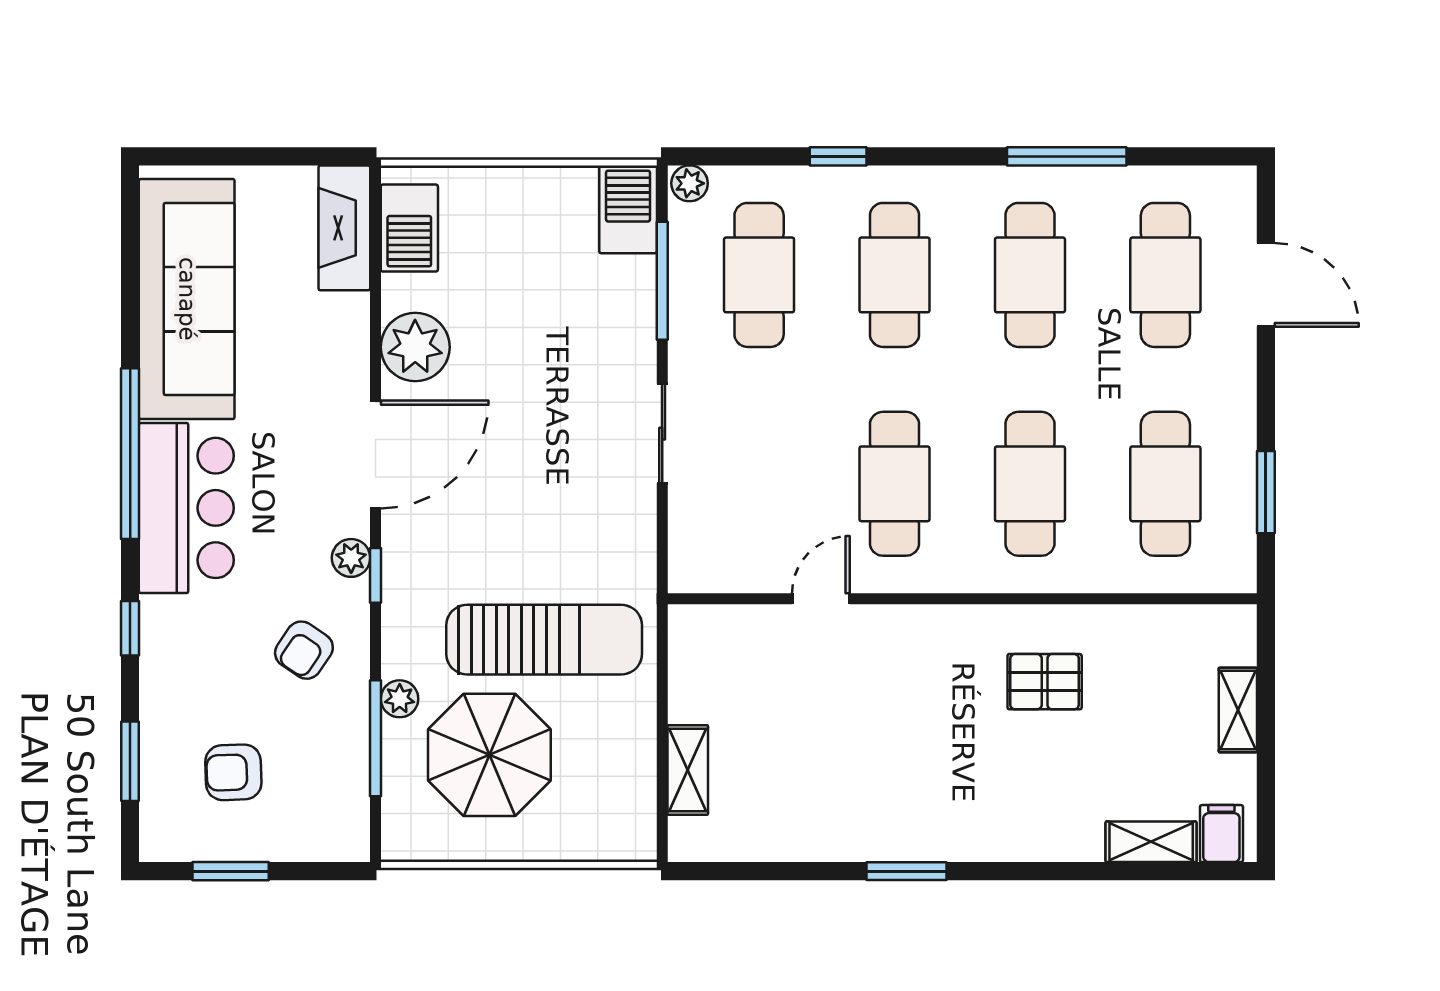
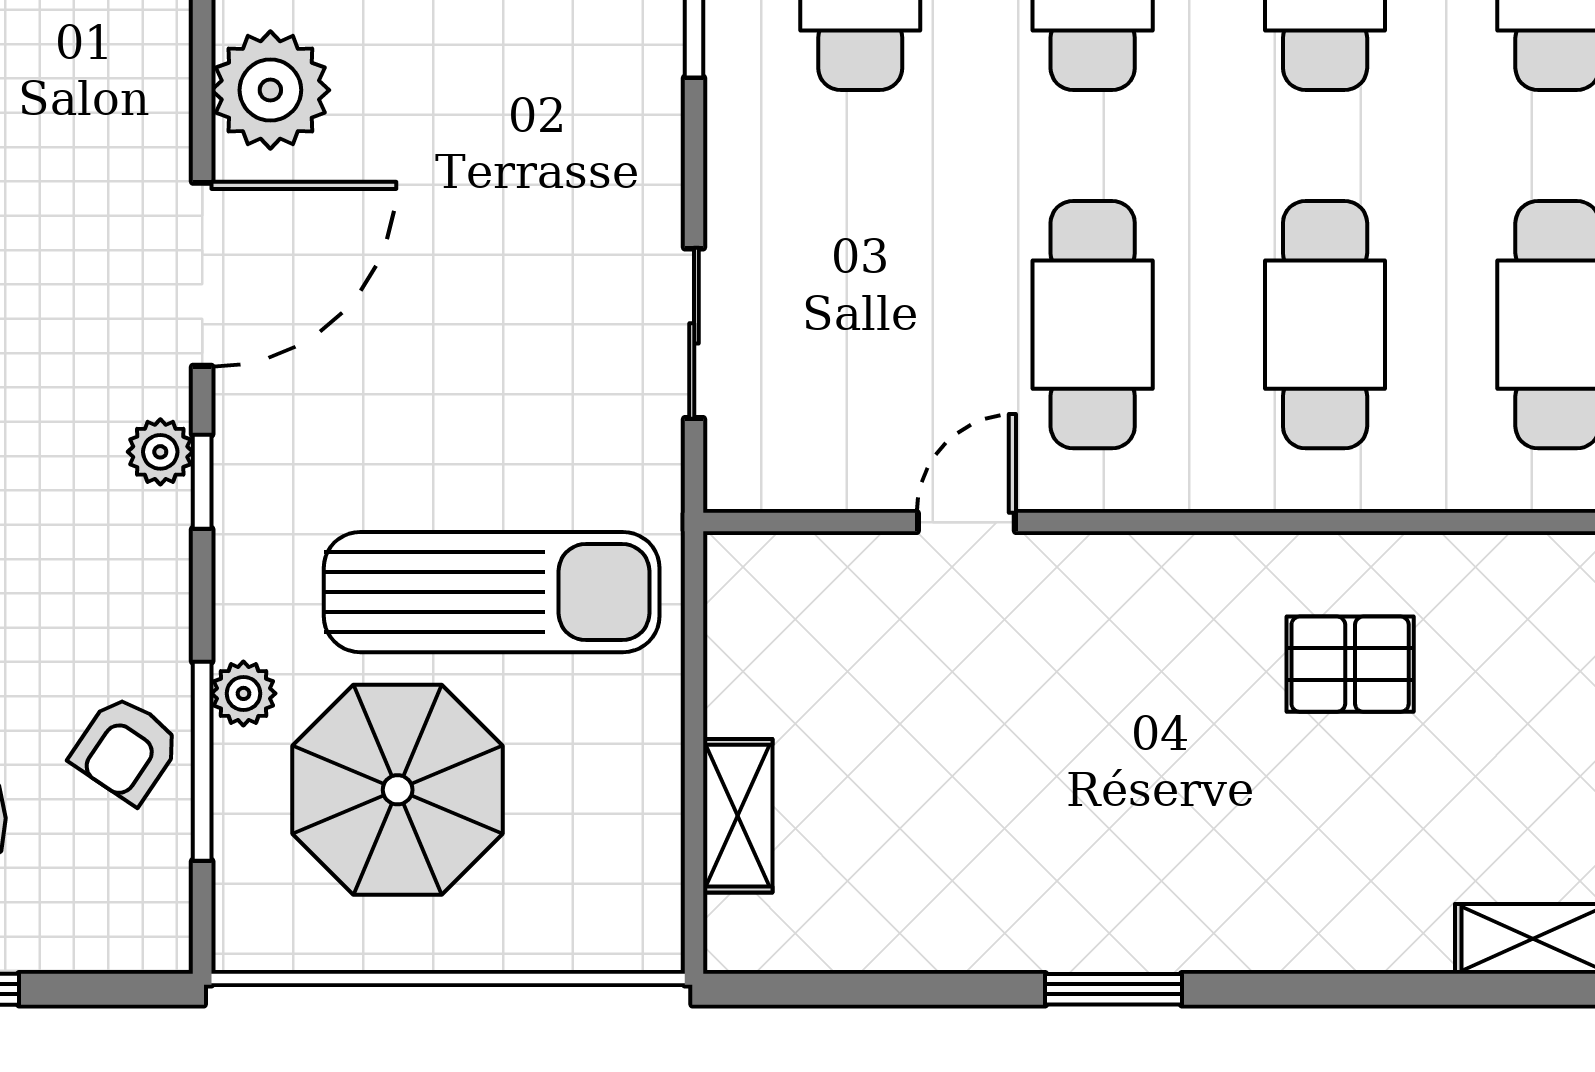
sliding door: (662, 434) -> (694, 333), moved
armchair: (304, 650) -> (126, 749), moved

